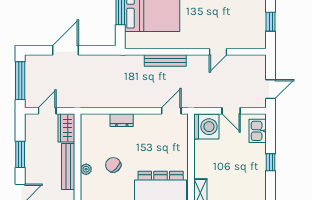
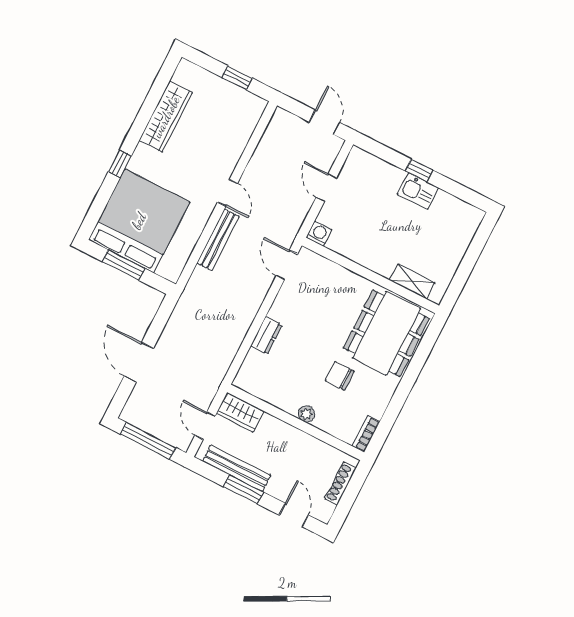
door: (218, 52) -> (228, 193), moved
door: (231, 111) -> (326, 188), swing flipped
washing machine: (206, 127) -> (319, 234), width x0.53, depth x0.53
kitchen sink: (258, 131) -> (418, 191), moved
chair: (113, 165) -> (340, 376), moved, turned 47
bench: (68, 166) -> (237, 468), moved

